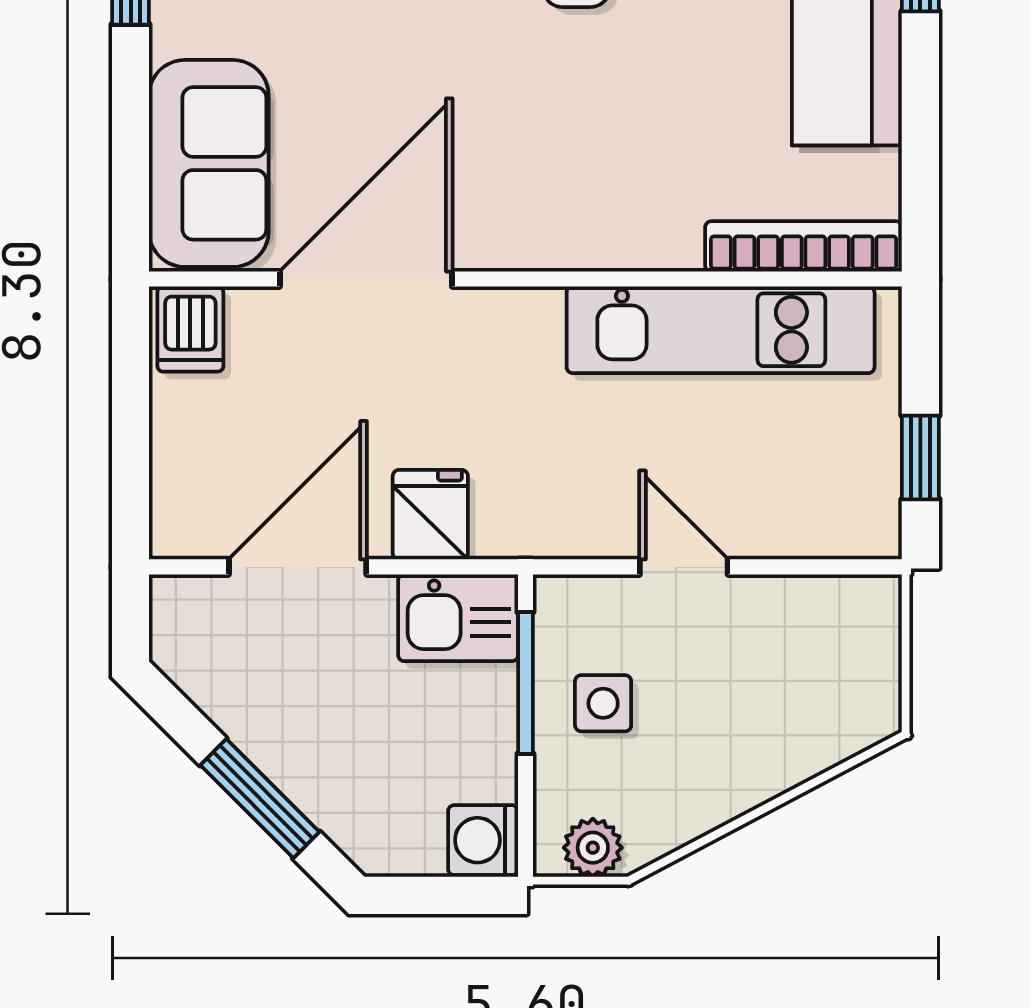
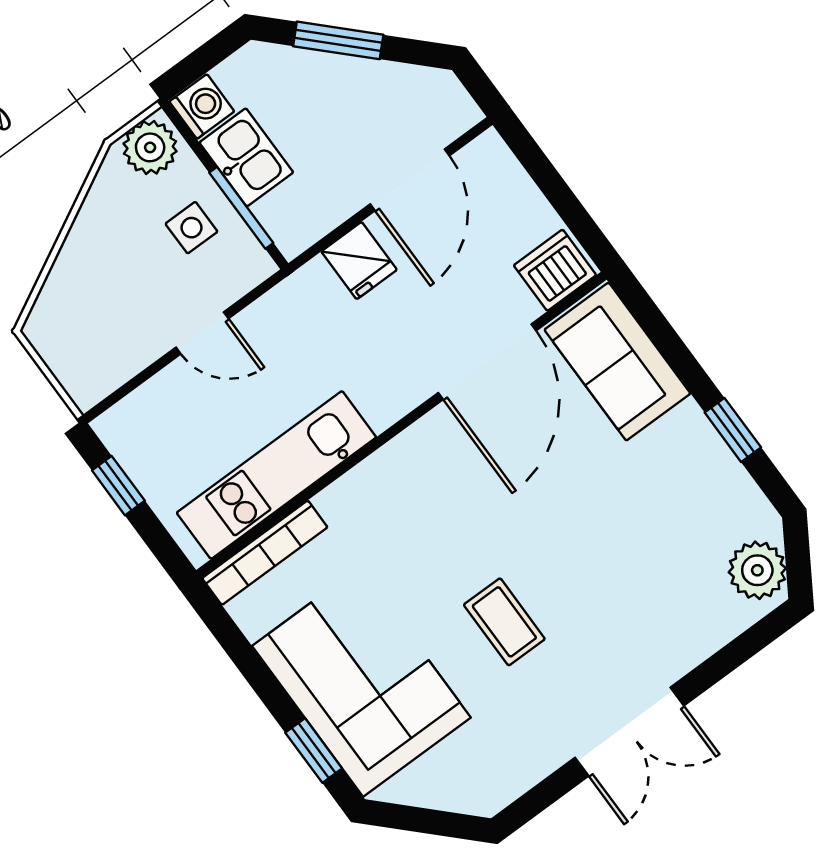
dishwasher: (190, 329) -> (555, 270), width x1.38
kitchen sink: (458, 618) -> (246, 157), moved, turned 90
plant: (593, 848) -> (150, 147), width x1.38, depth x1.38

